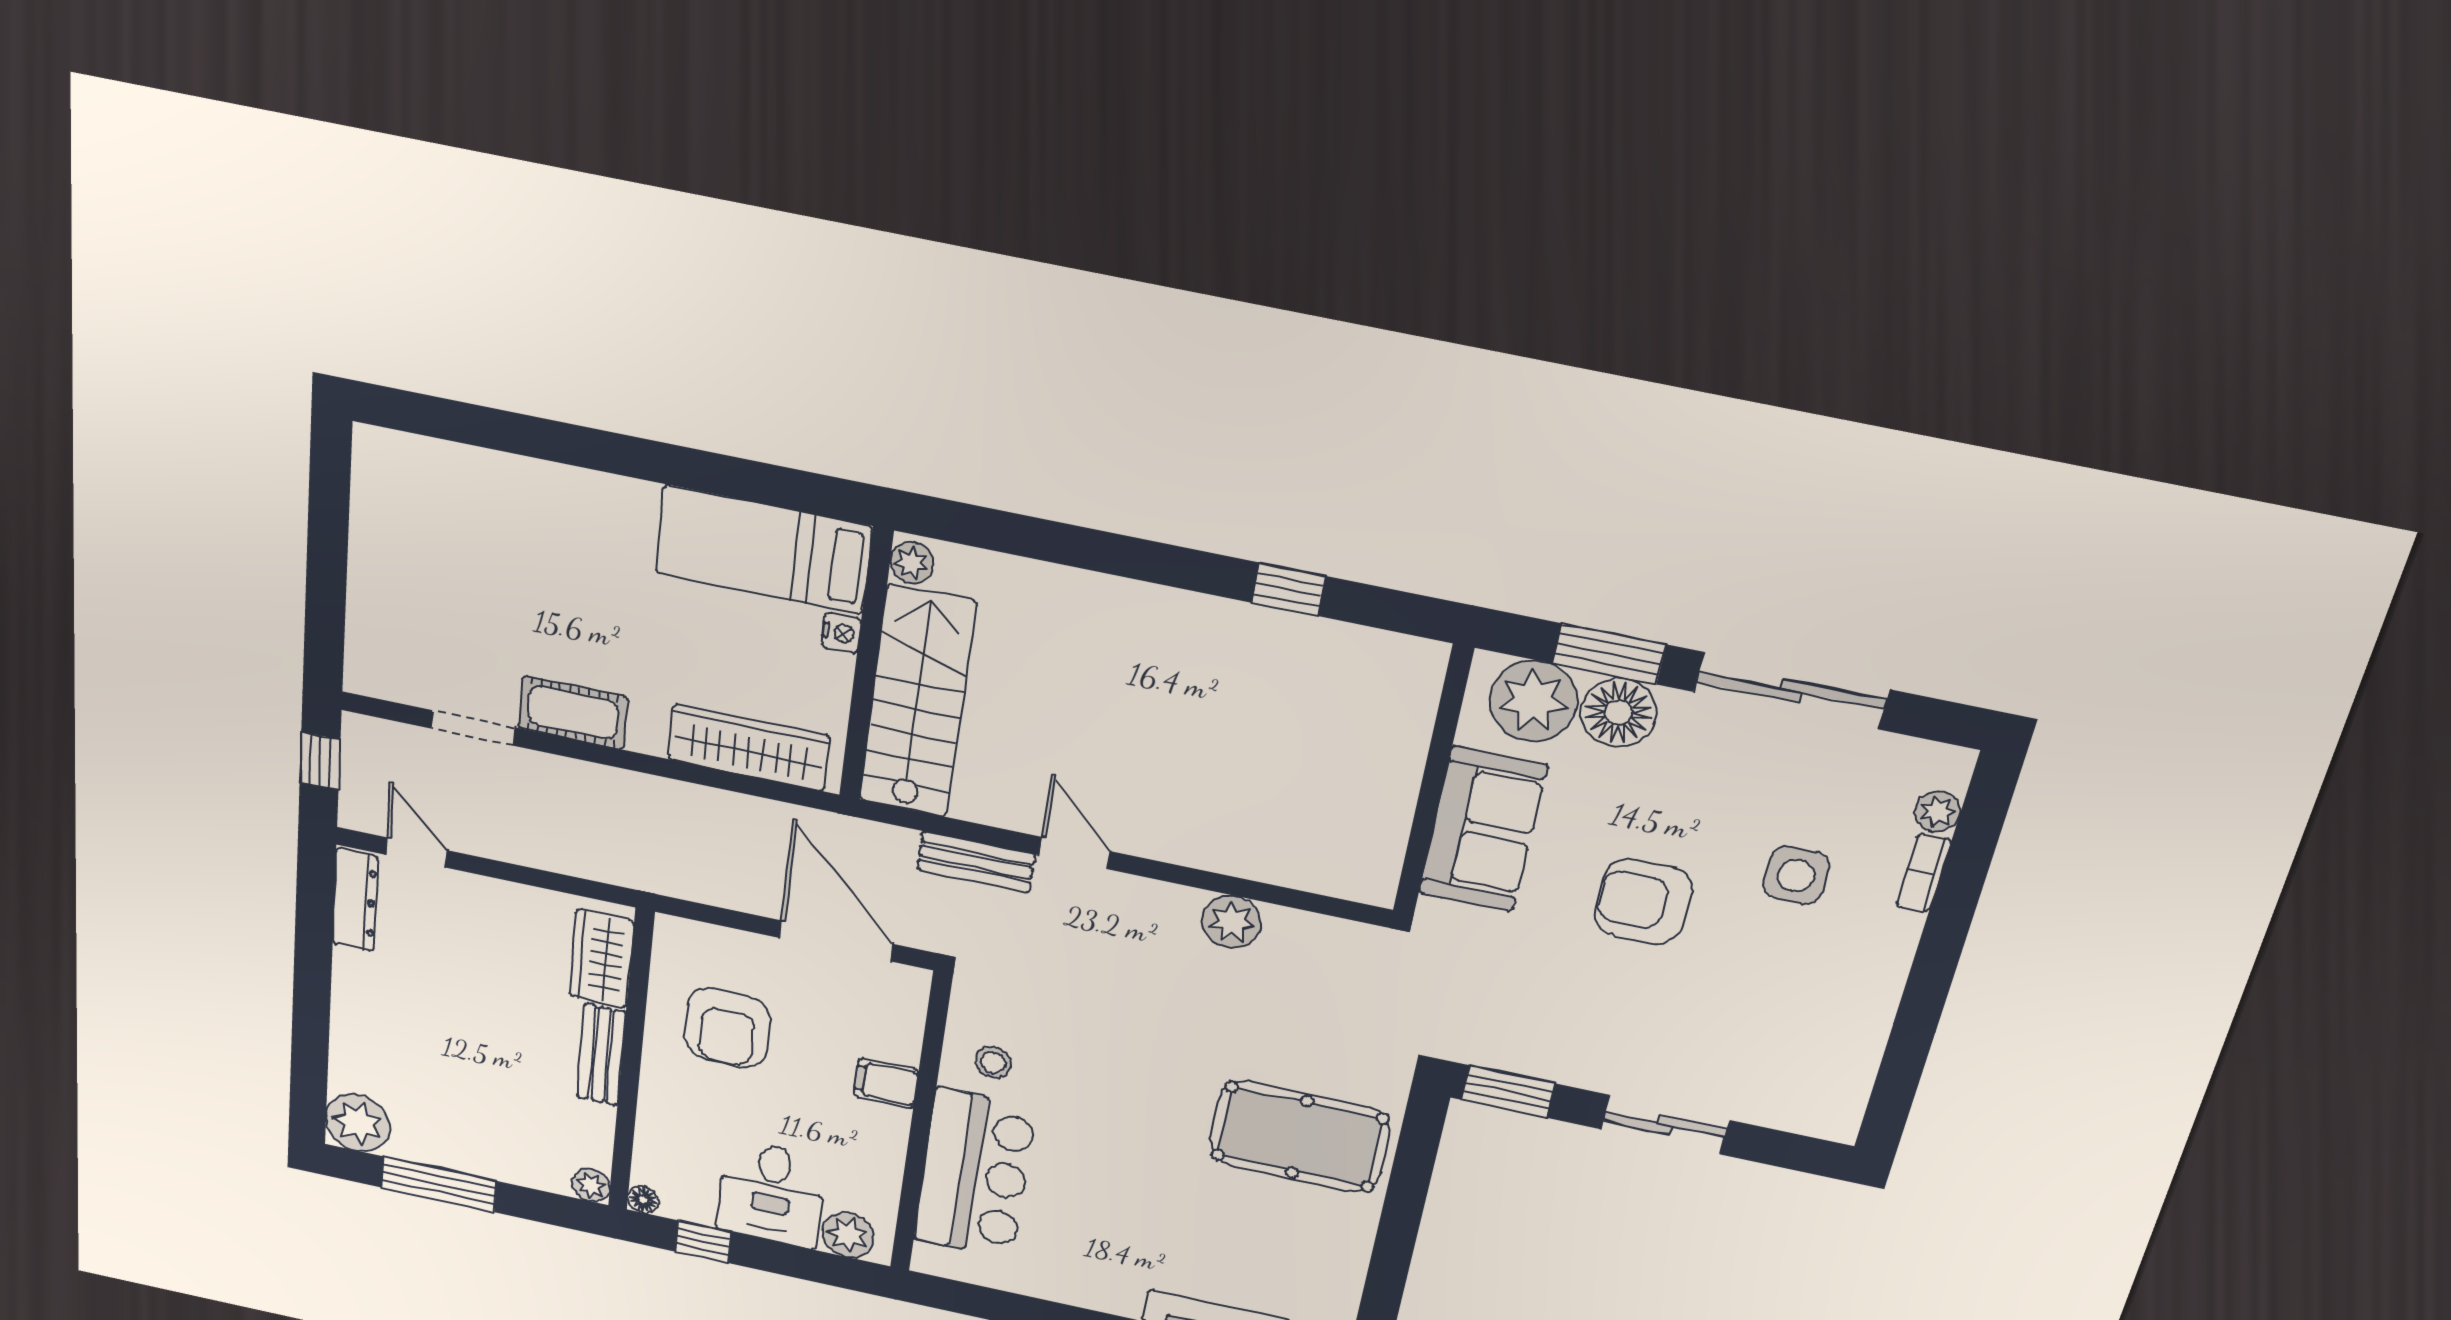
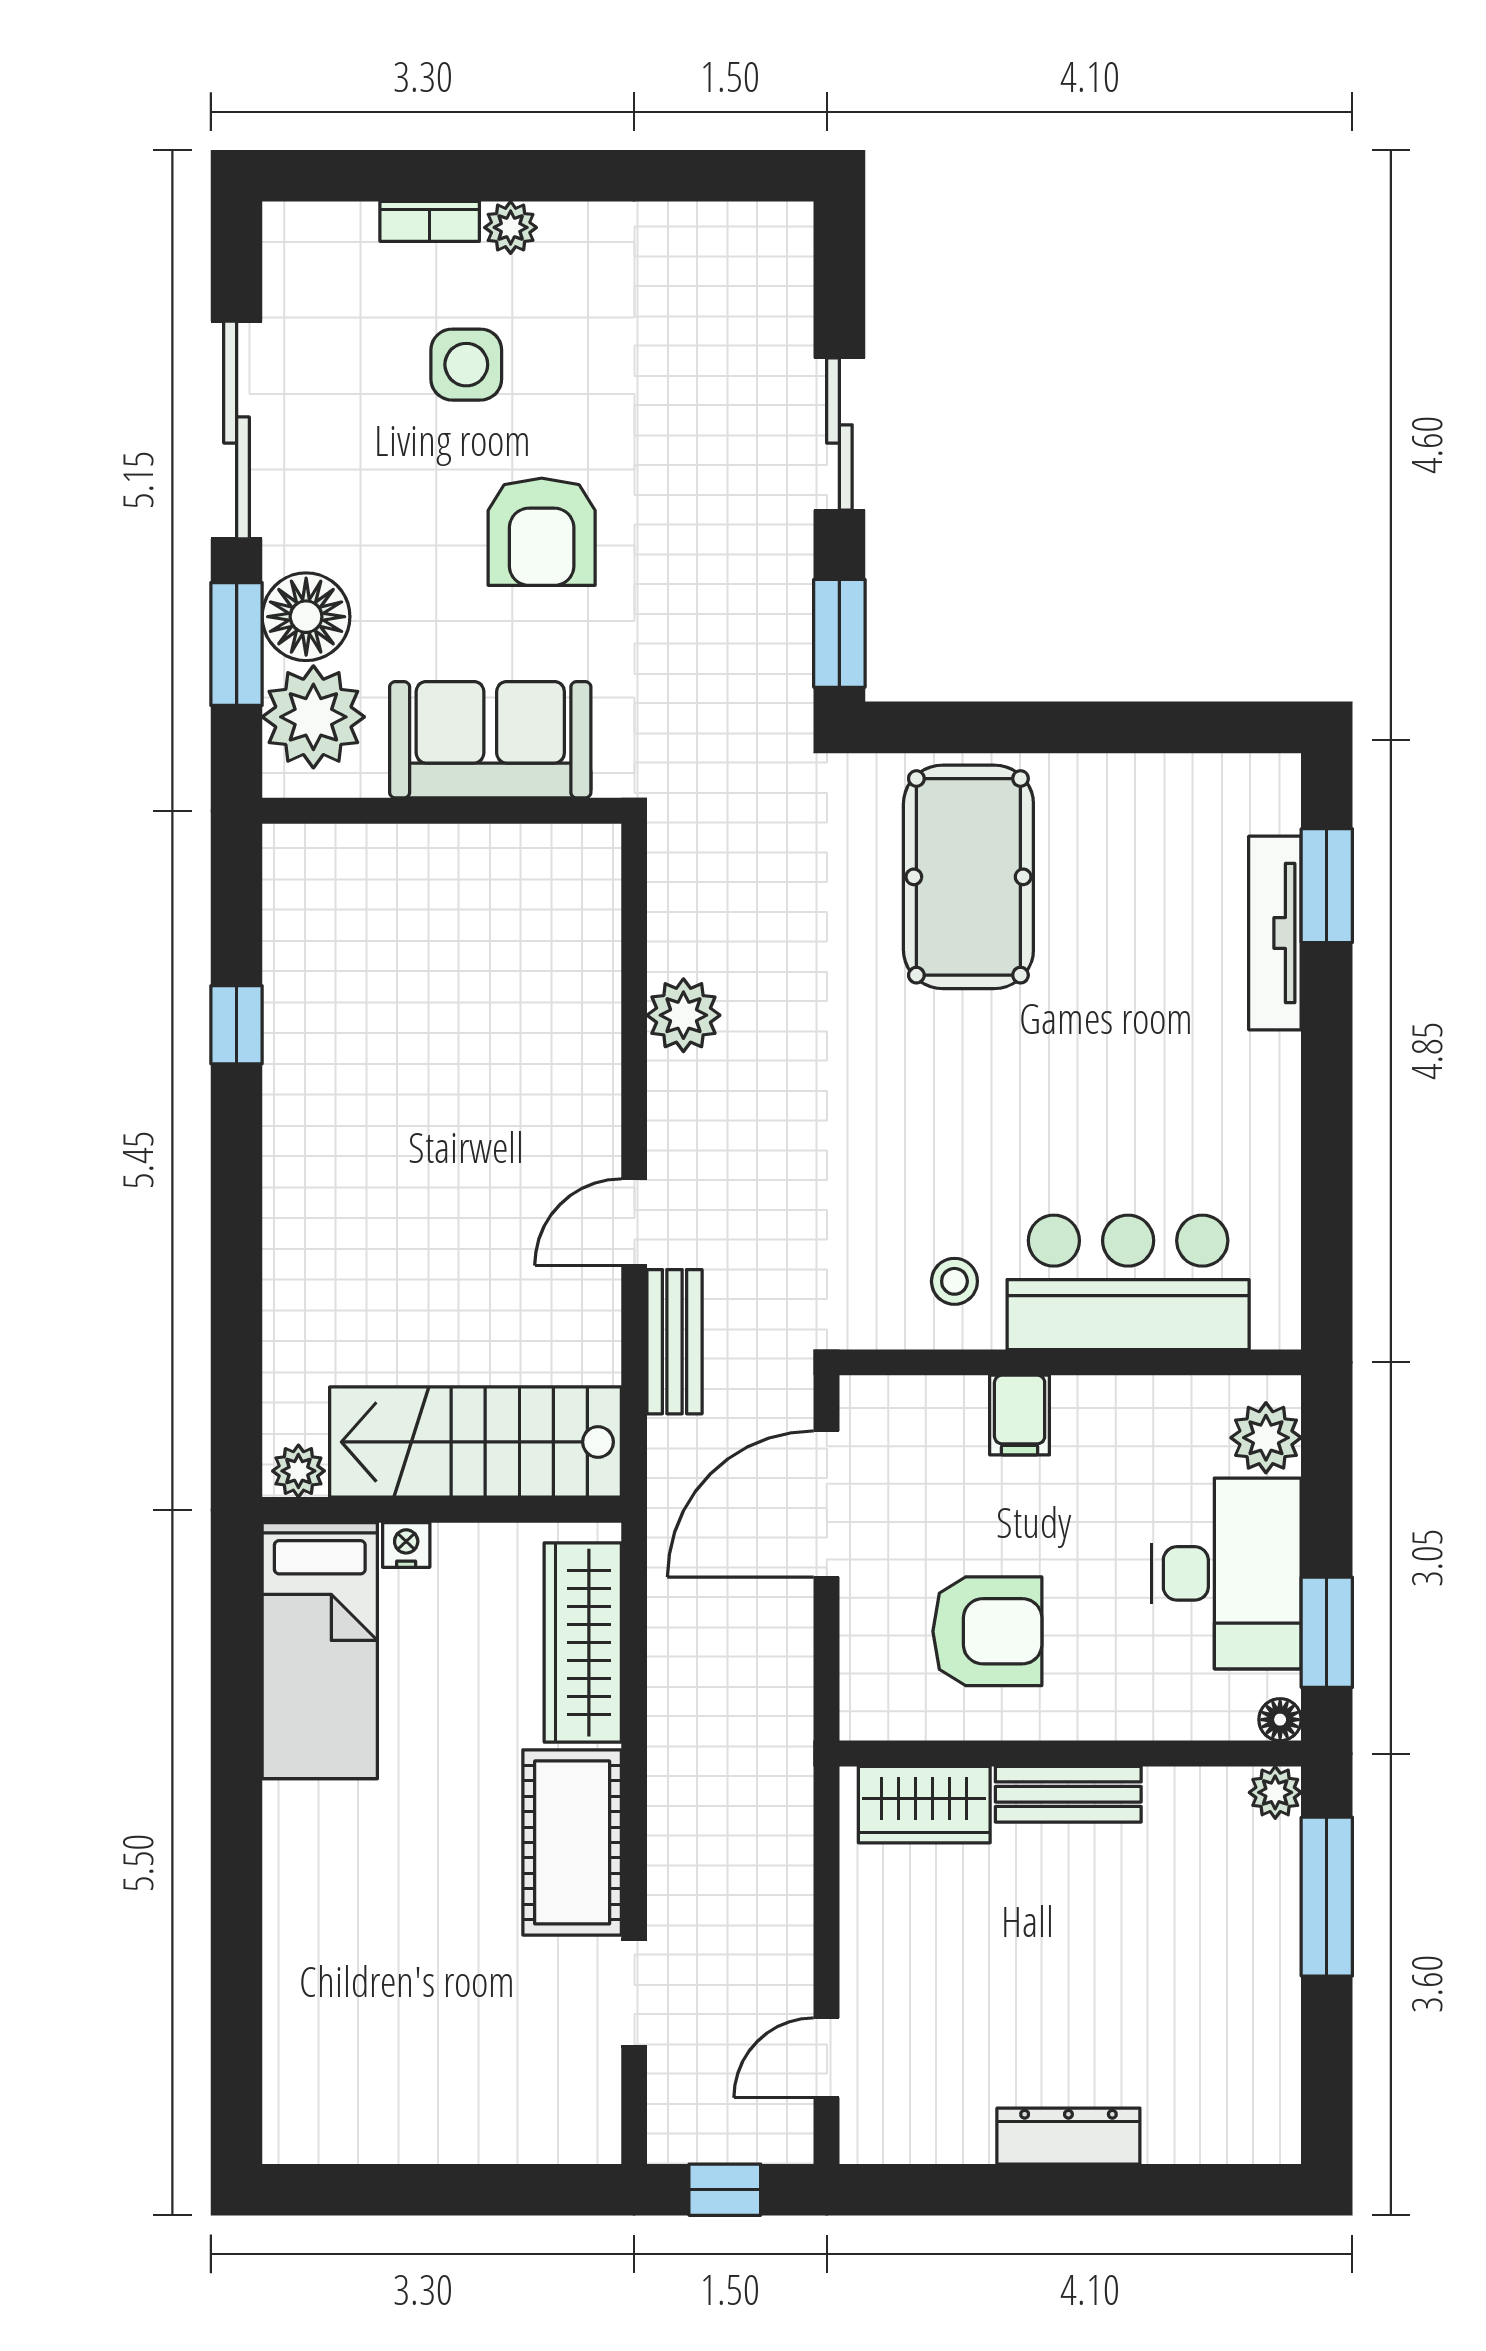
cot: (573, 712) -> (572, 1842), width x1.37, depth x1.34
plant: (1938, 812) -> (511, 227), moved
dresser: (355, 900) -> (1068, 2136), moved
plant: (358, 1123) -> (1256, 2119), removed
window: (439, 1184) -> (1327, 1897), moved
desk: (771, 1193) -> (1226, 1573), width x1.37
window: (703, 1242) -> (1327, 1632), width x1.50

